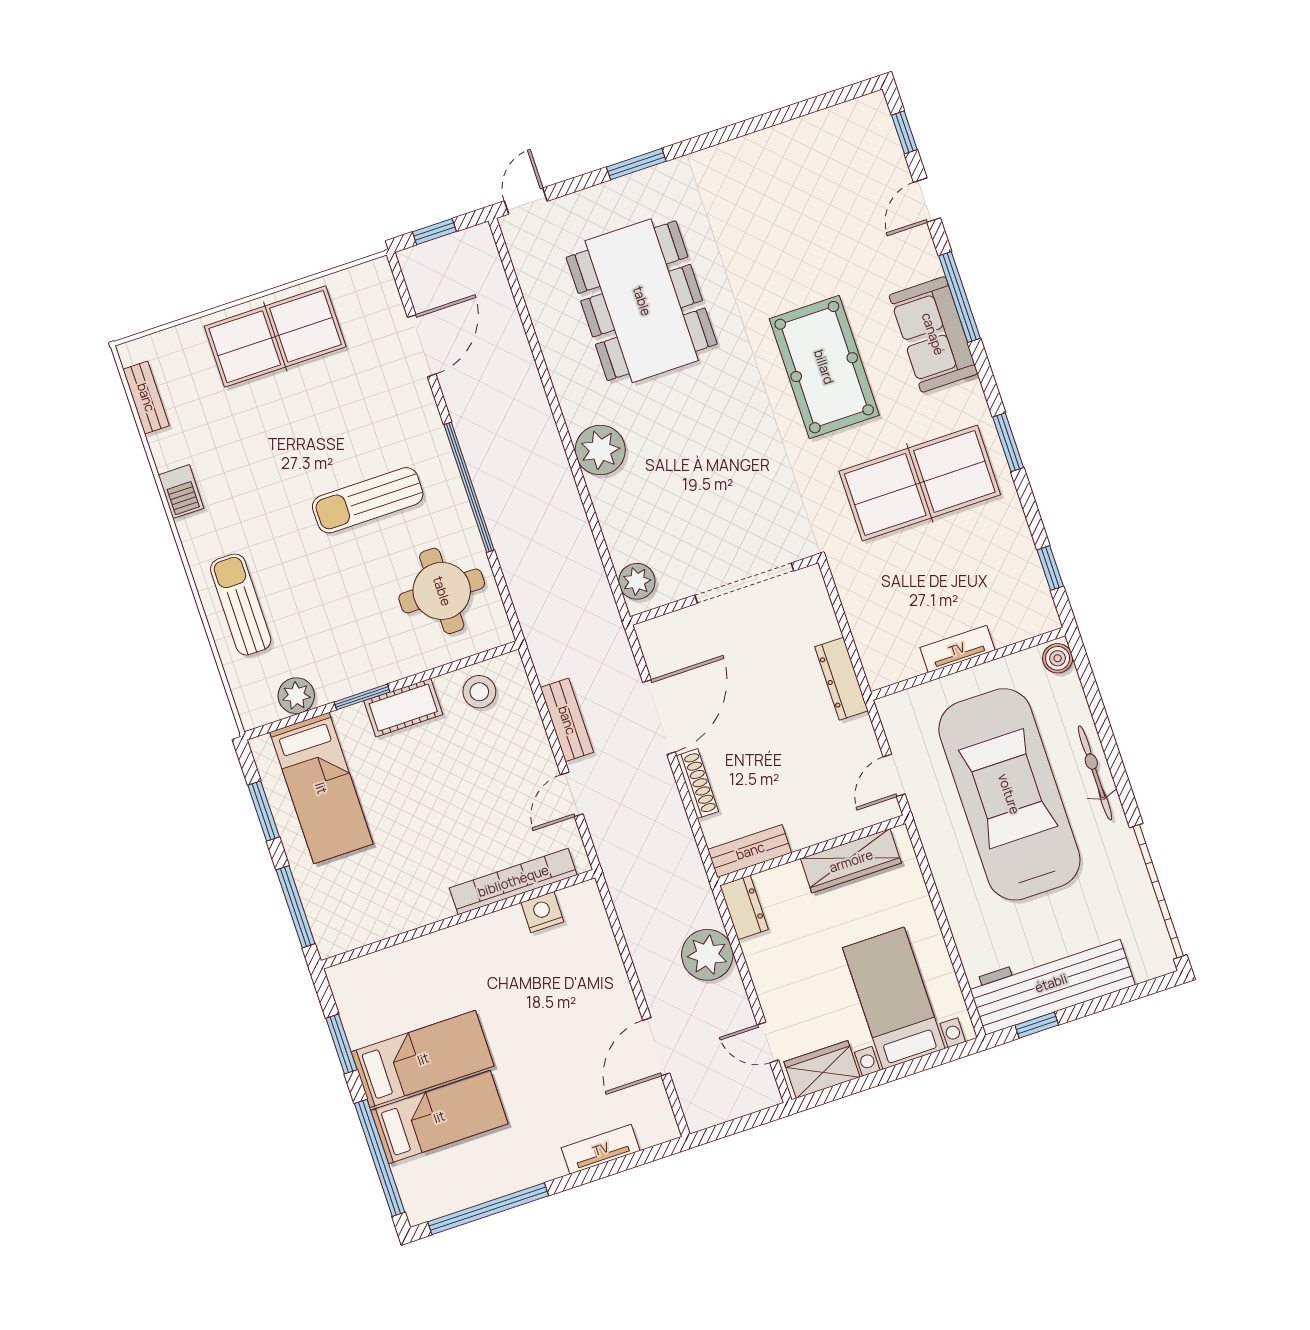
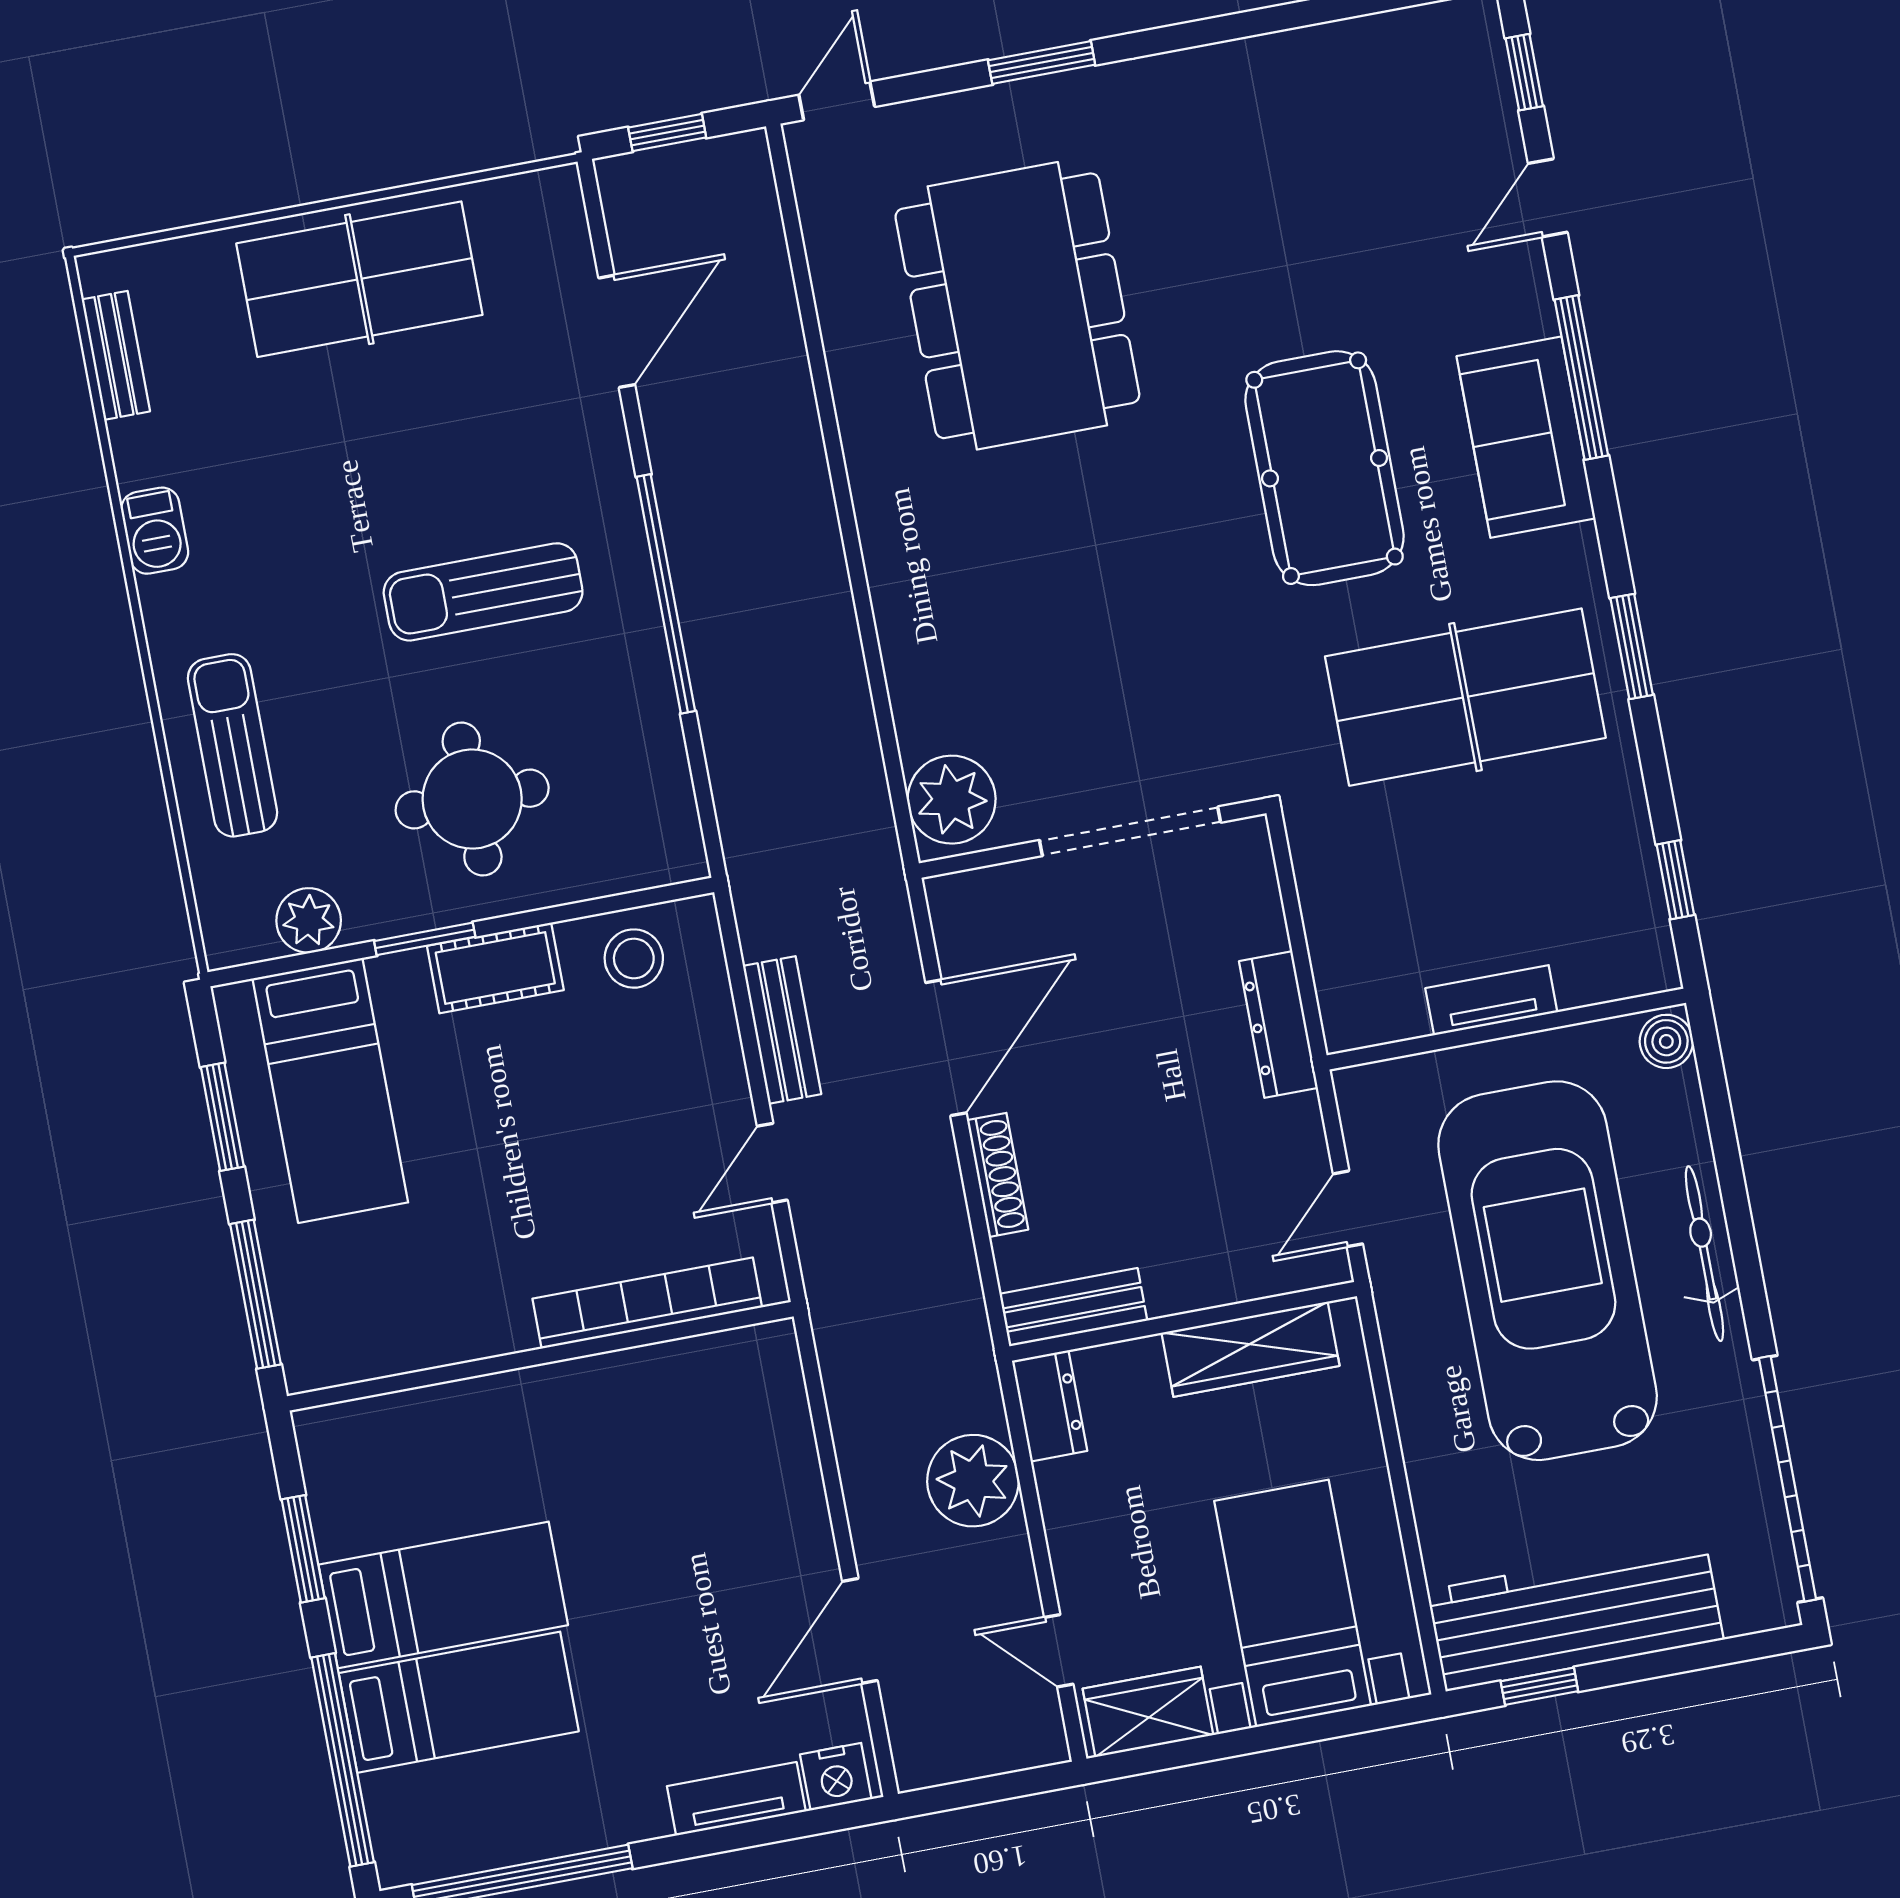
plant: (600, 450) -> (907, 560), removed
plant: (637, 581) -> (952, 800), width x1.36, depth x1.36
round table: (442, 591) -> (472, 799), moved
nightstand: (542, 912) -> (836, 1777), moved, turned 180

